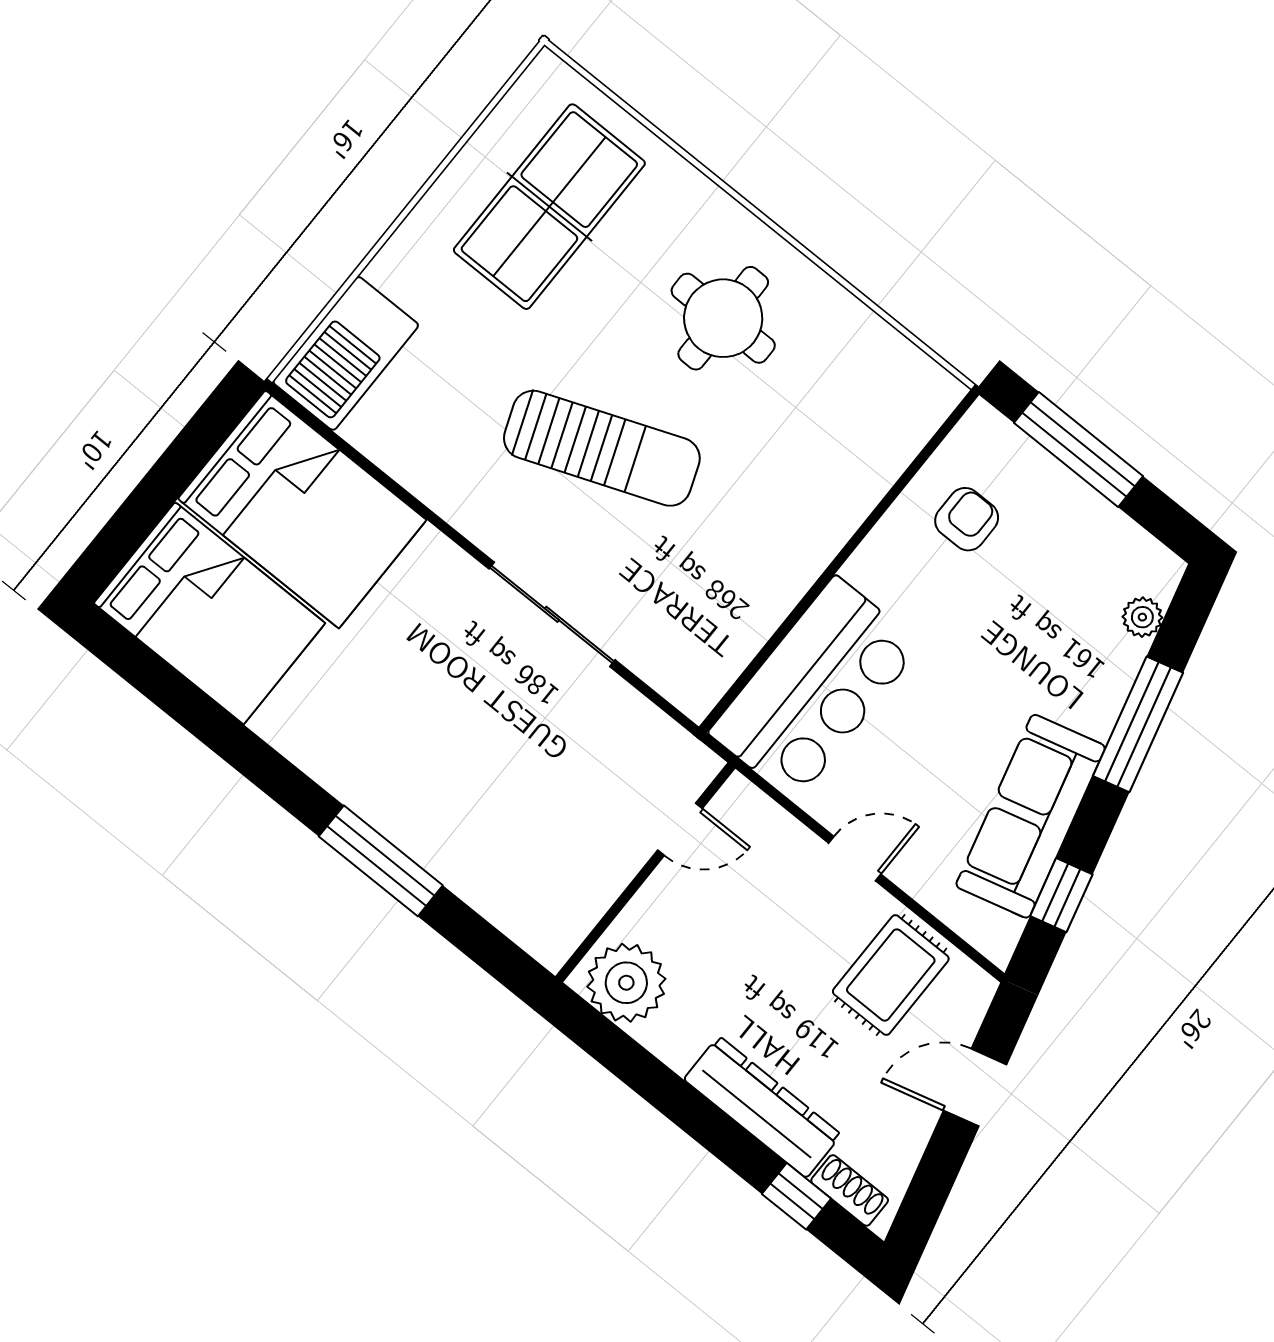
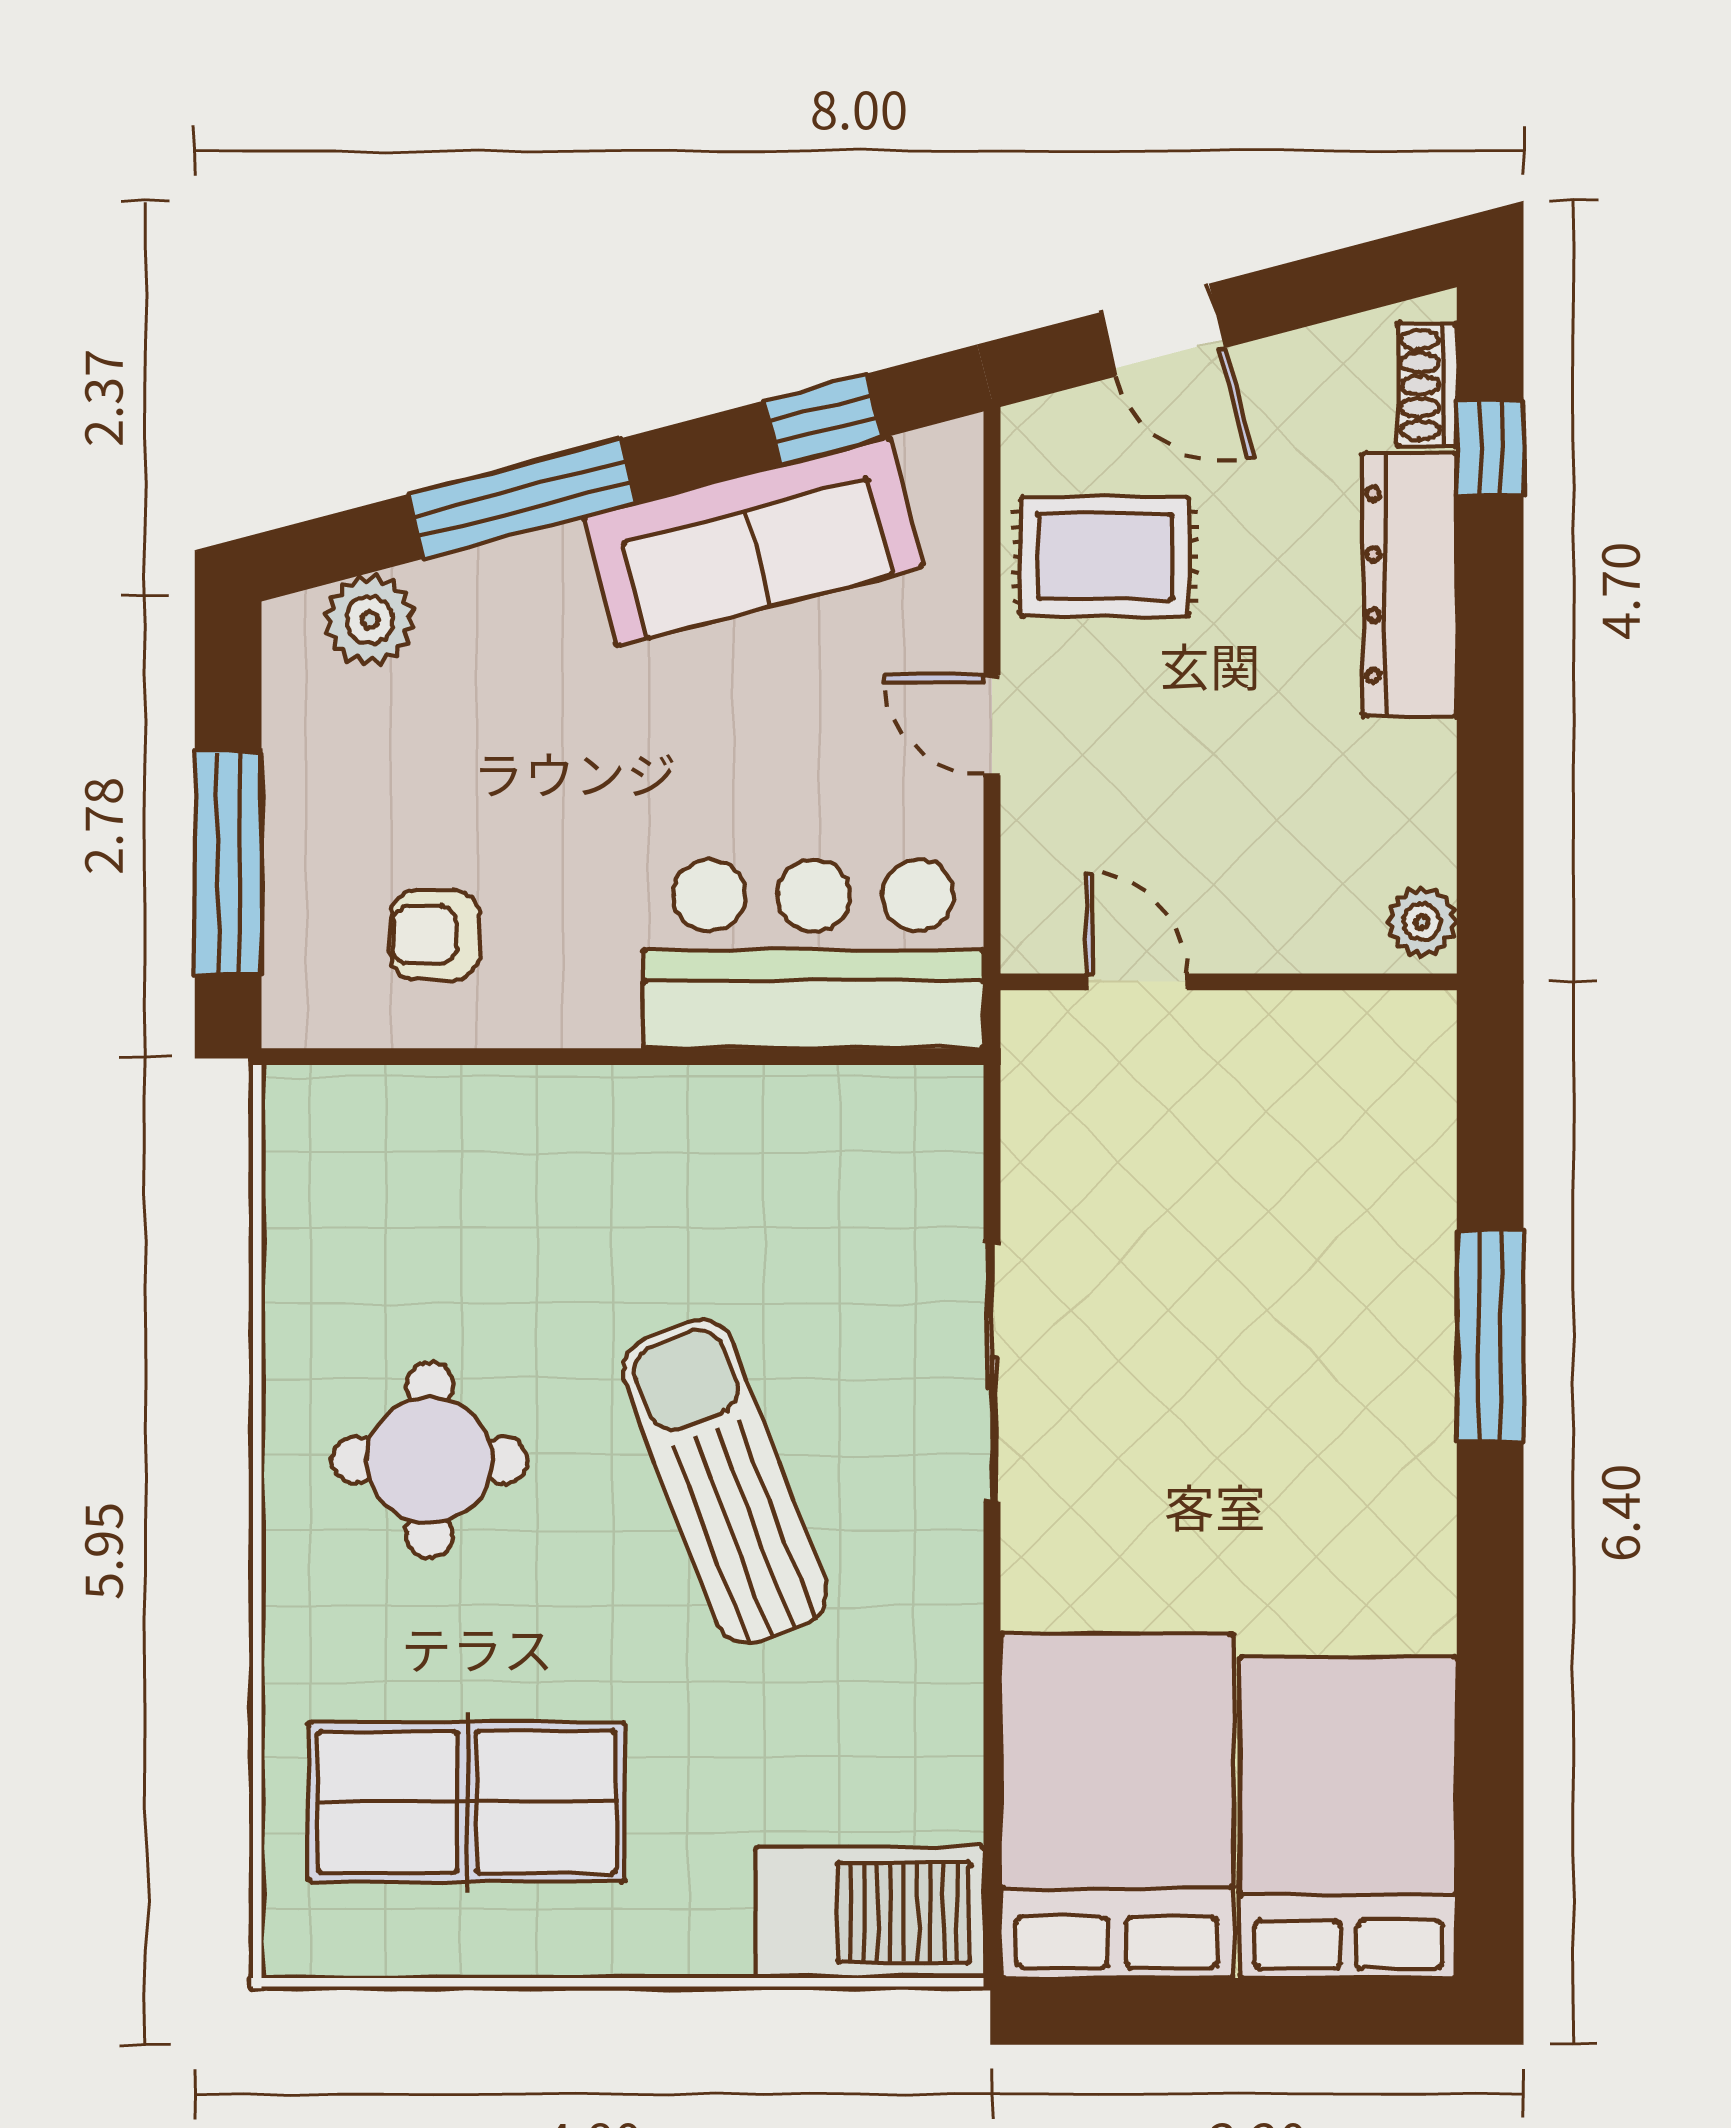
plant: (1142, 617) -> (370, 620), width x1.38, depth x1.38
plant: (626, 983) -> (1422, 922), width x0.53, depth x0.53

